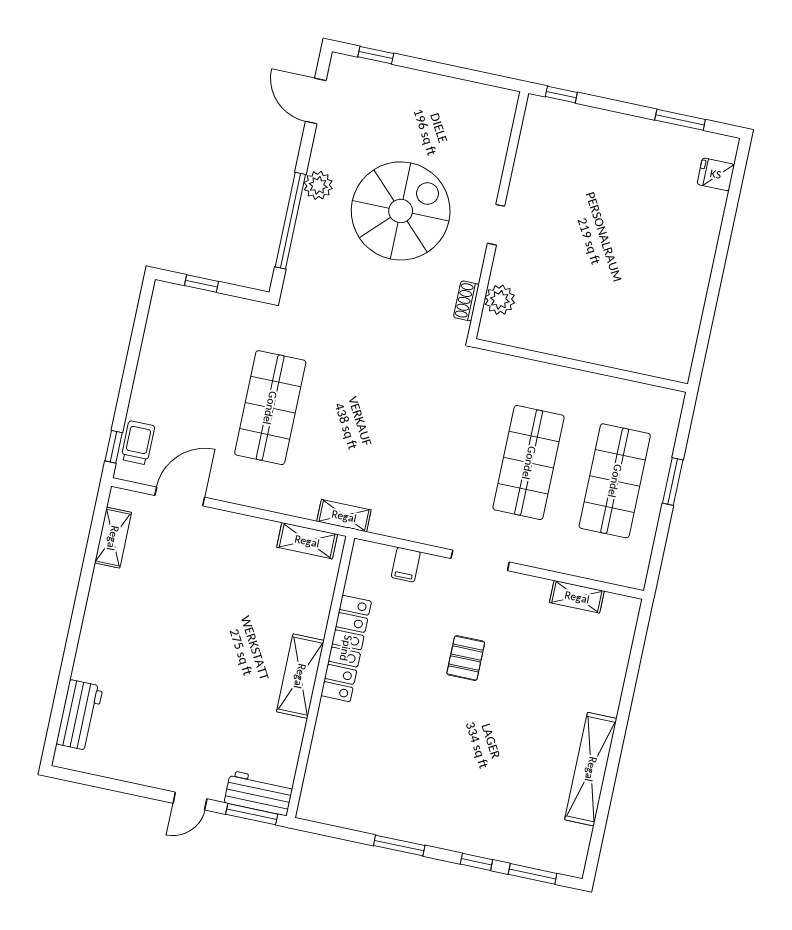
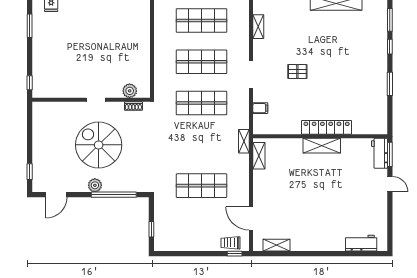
shop shelf: (442, 444) -> (202, 103), added
locker: (346, 648) -> (327, 127), moved

